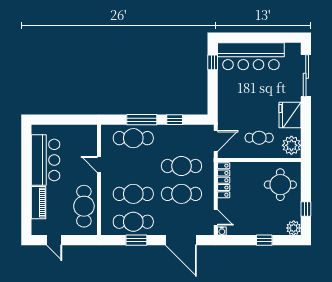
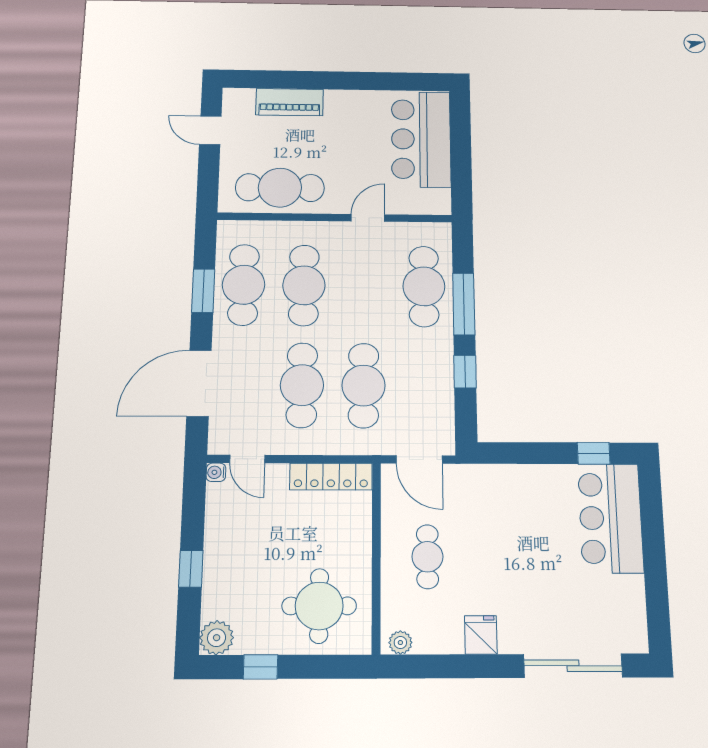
bar counter: (251, 56) -> (611, 518), width x0.73
fridge: (290, 115) -> (481, 635), width x0.53, depth x0.75
plant: (291, 145) -> (400, 643), width x0.53, depth x0.53
bar counter: (45, 160) -> (421, 139), moved, turned 90
door: (216, 217) -> (247, 459), hinge flipped
door: (54, 240) -> (210, 130), hinge flipped

